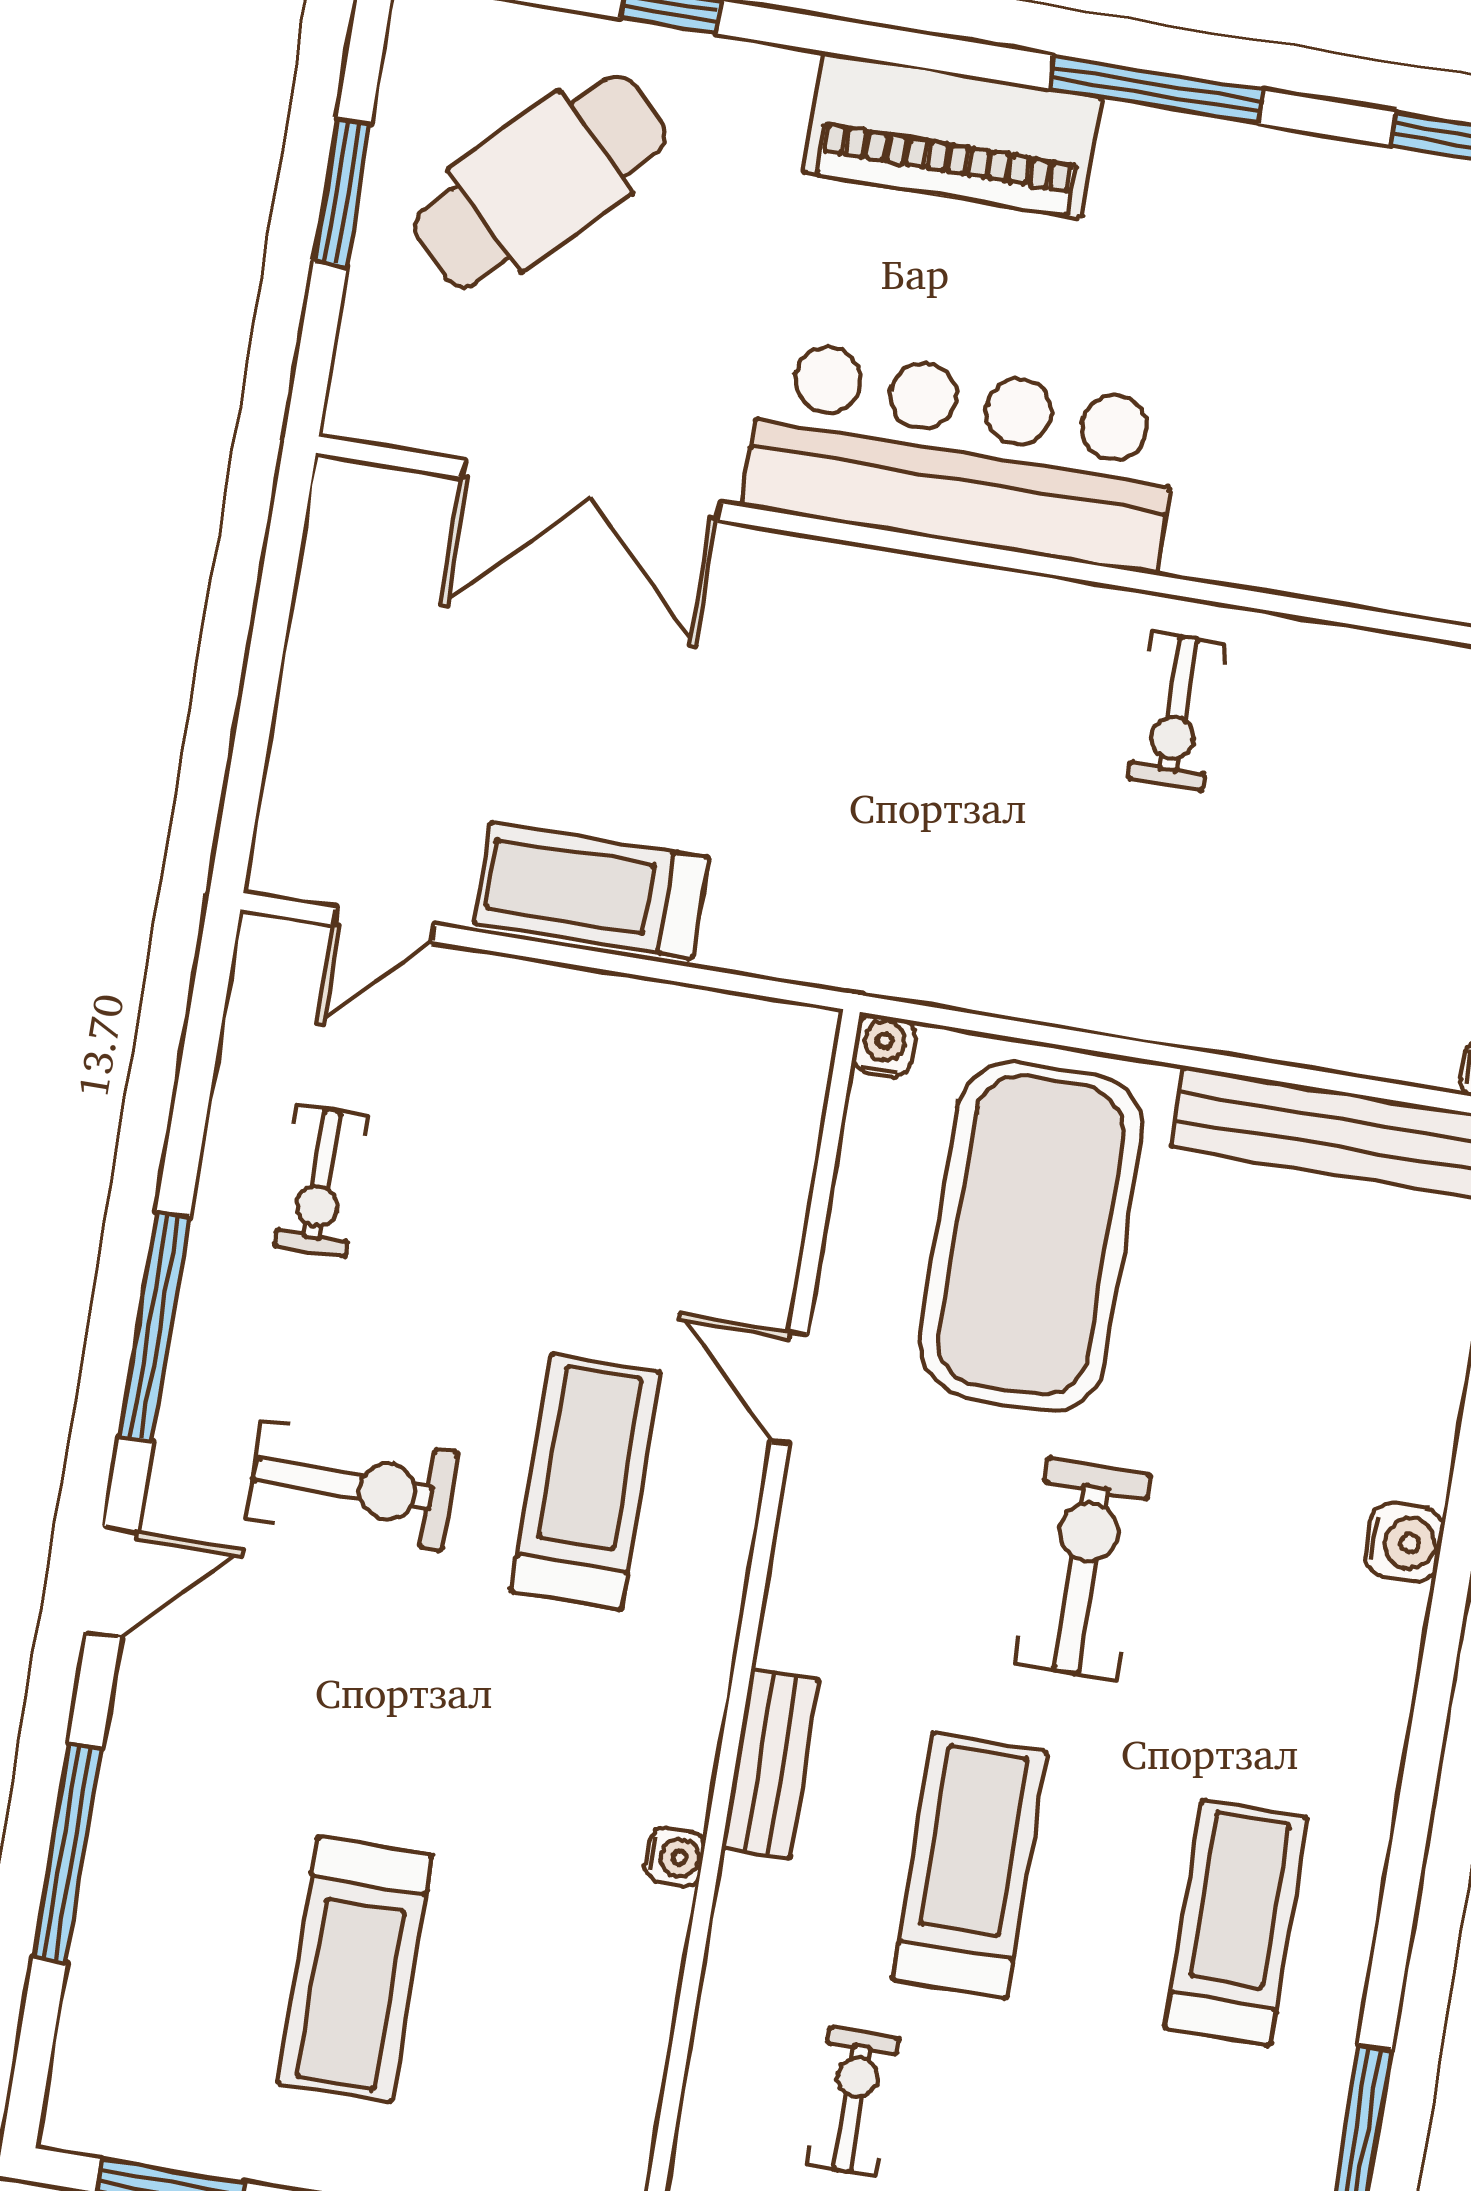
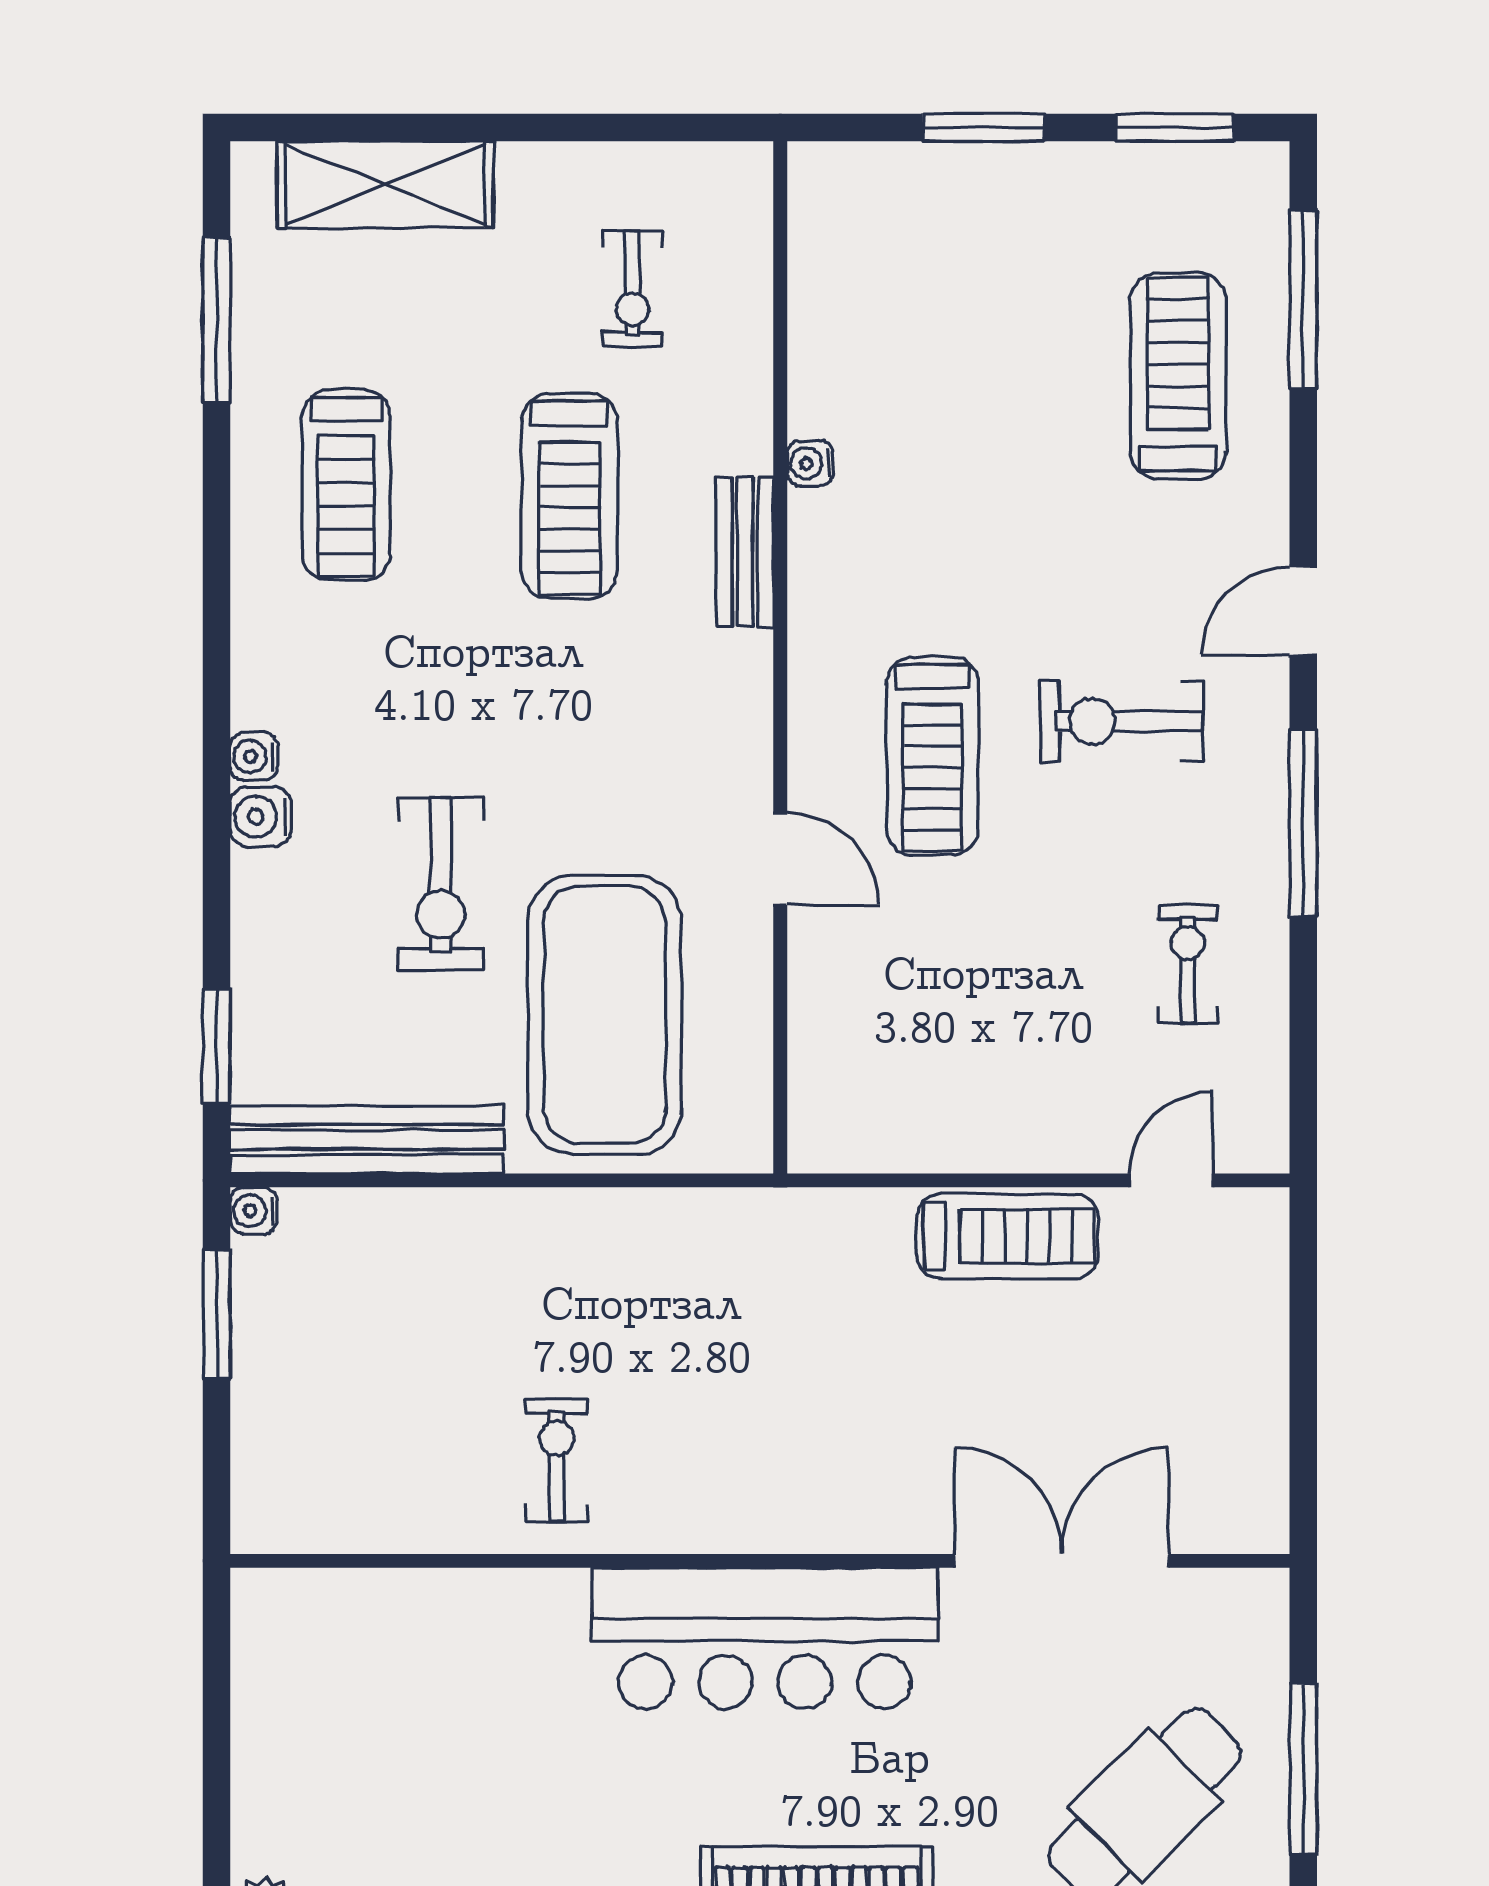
window: (342, 192) -> (1303, 1769), width x1.44
water cooler: (884, 1045) -> (254, 756), moved, turned 90
exercise bike: (1082, 1569) -> (441, 884), moved
window: (67, 1853) -> (1303, 300), moved
treadmill: (355, 1969) -> (1178, 376), moved

